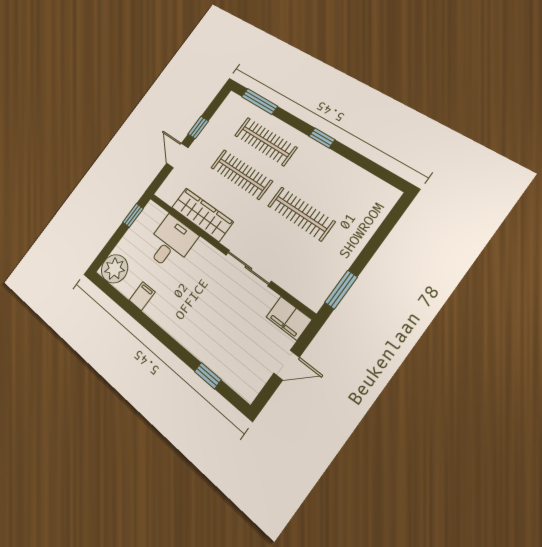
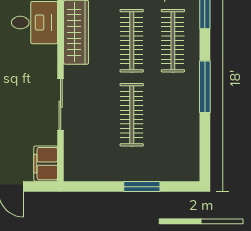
window: (322, 138) -> (205, 87), width x2.17
window: (341, 290) -> (142, 187), moved

